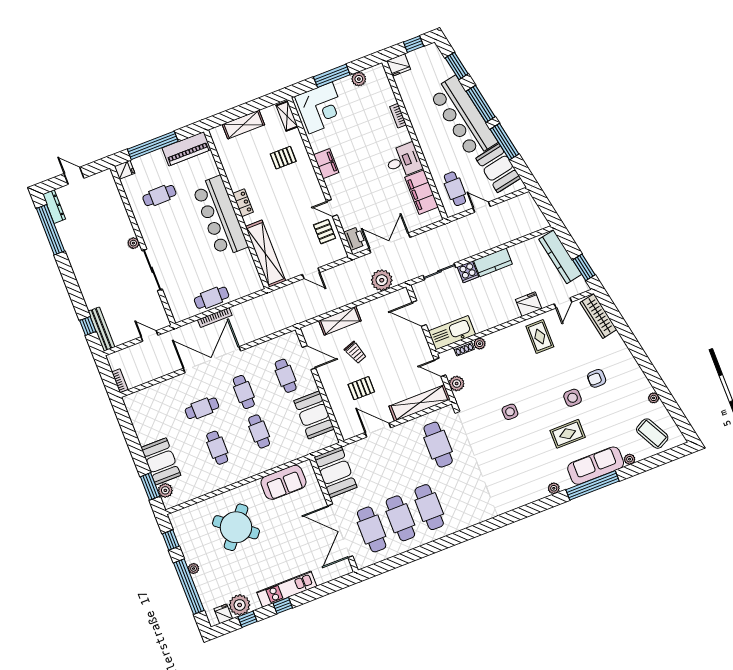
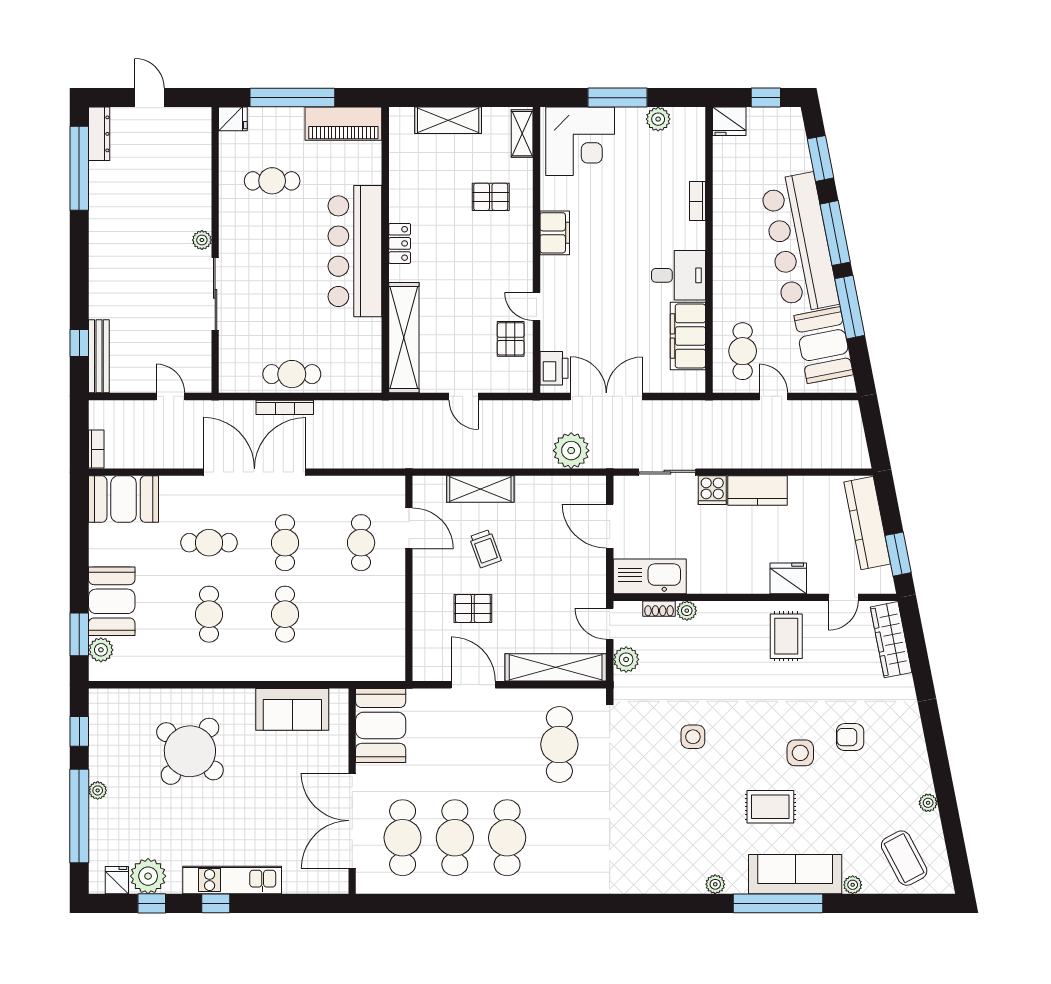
booth: (314, 415) -> (124, 499), moved, turned 90

